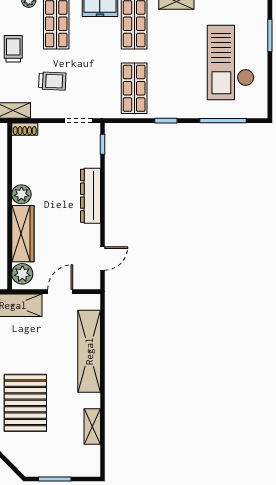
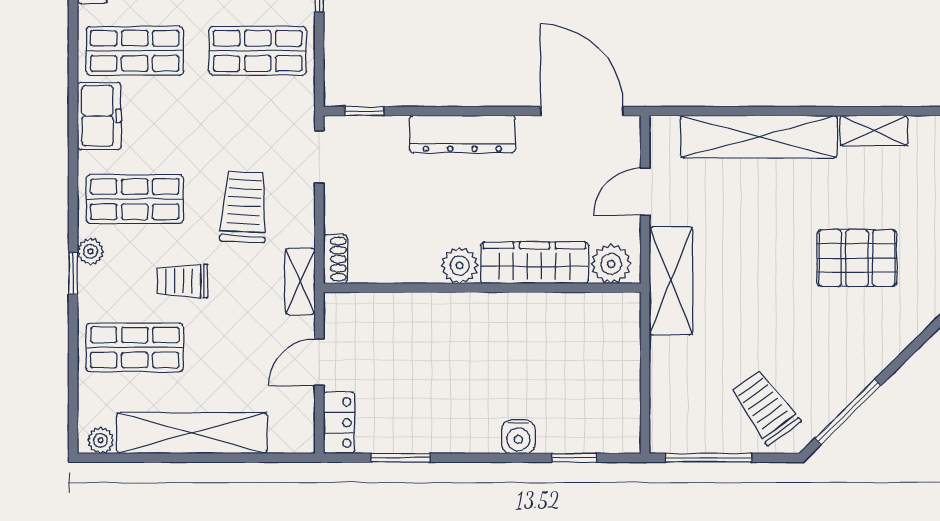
trolley: (52, 81) -> (244, 207), width x1.36, depth x1.39
door: (102, 258) -> (582, 111), width x1.88
door: (60, 292) -> (645, 192), hinge flipped
pallet: (25, 403) -> (857, 258), width x0.73, depth x0.71
shelving: (92, 426) -> (874, 131), moved

